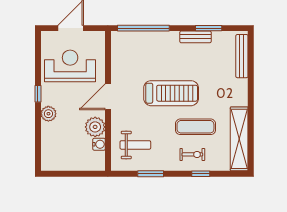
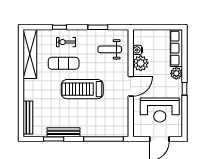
bench: (195, 37) -> (64, 132), width x1.36
row of seats: (48, 146) -> (176, 48), added

